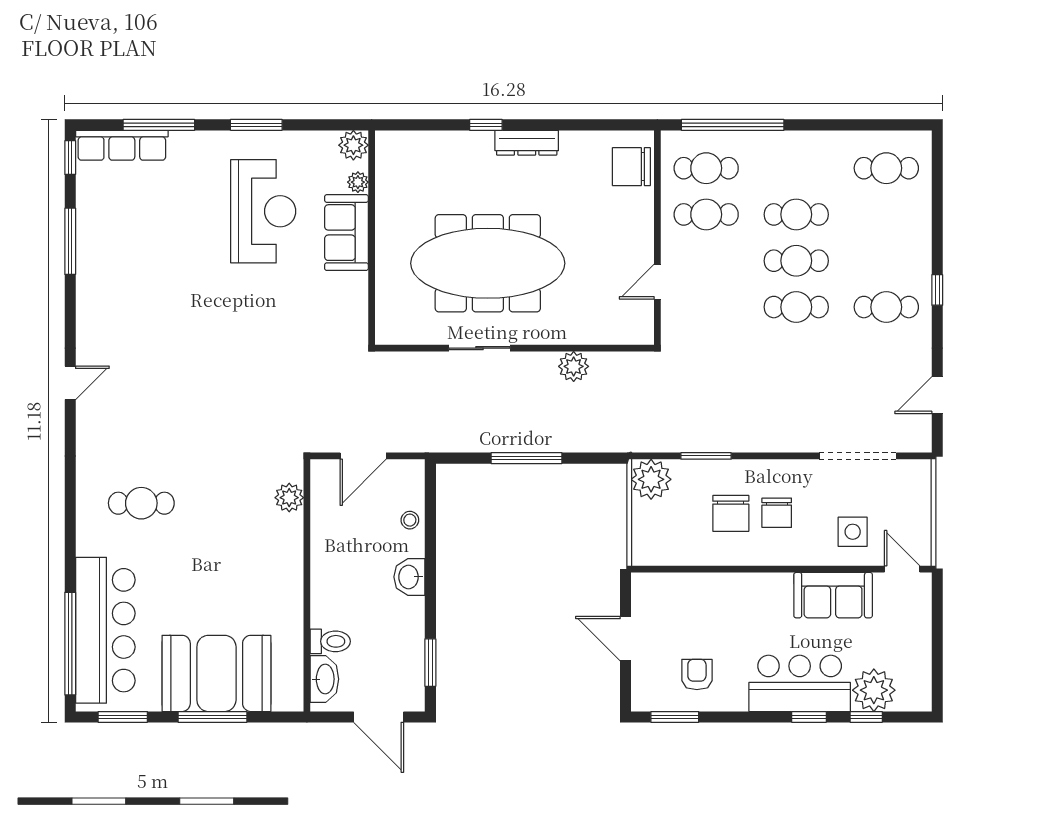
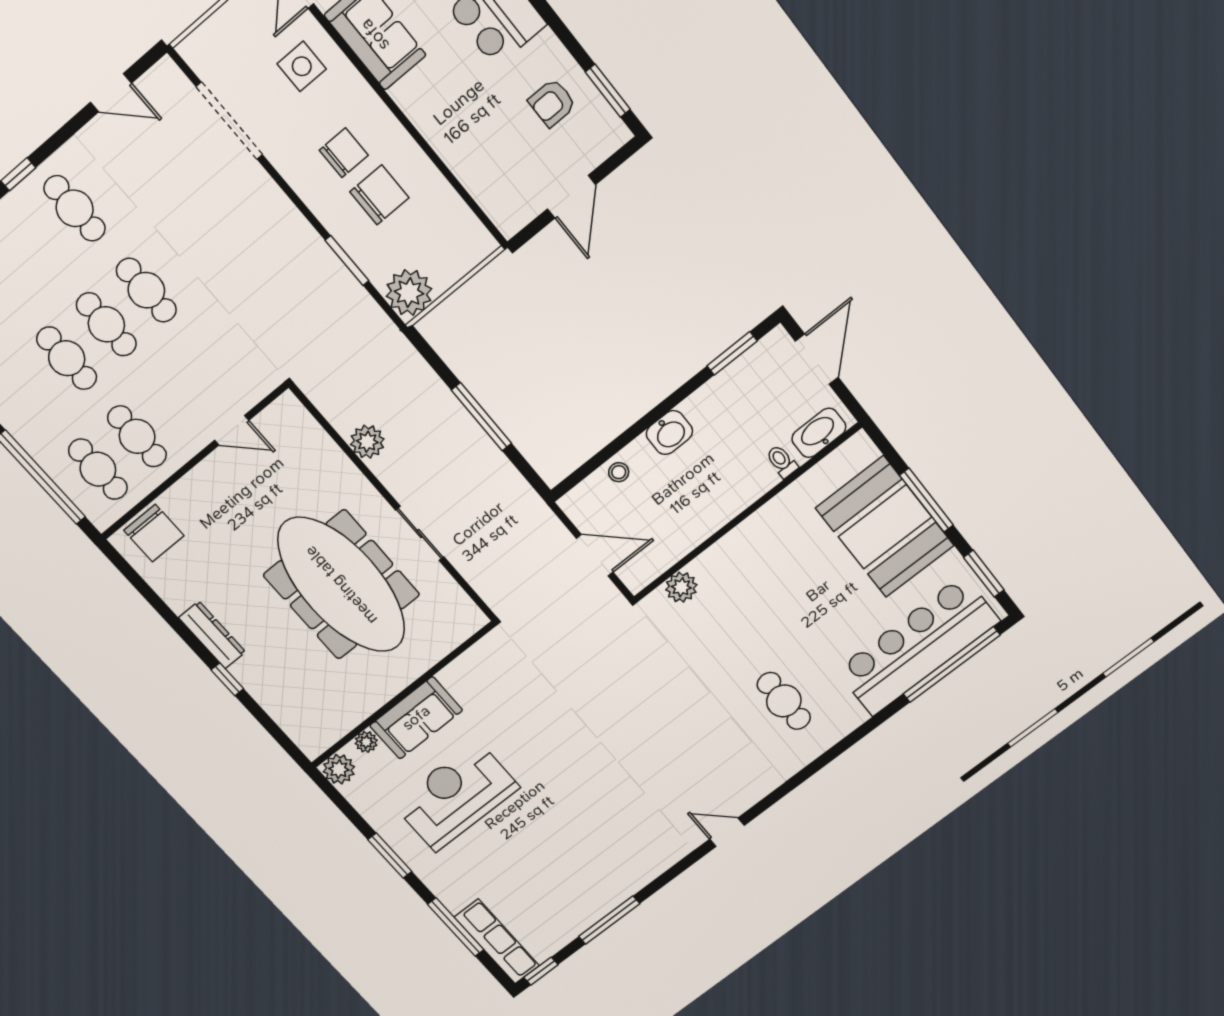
toilet: (330, 641) -> (782, 461), width x0.73, depth x0.72

